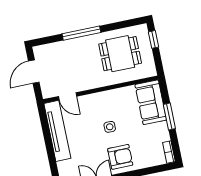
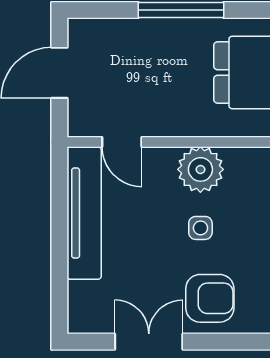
plant: (104, 101) -> (200, 169), added

